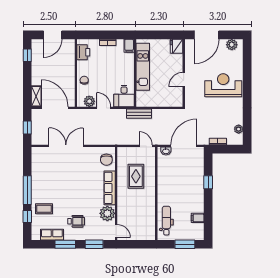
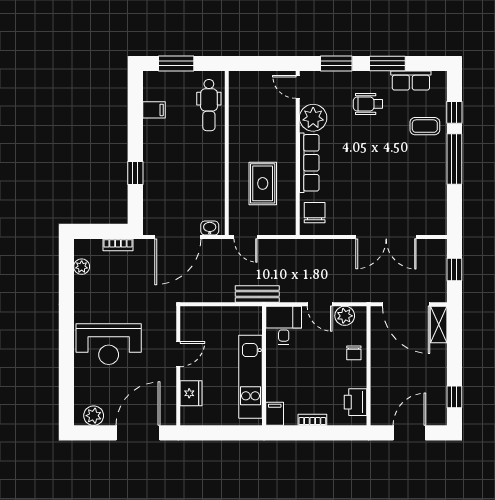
fridge: (177, 46) -> (191, 393), moved

